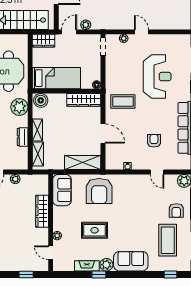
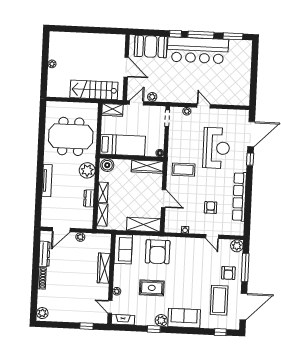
fireplace: (87, 266) -> (123, 320), moved

